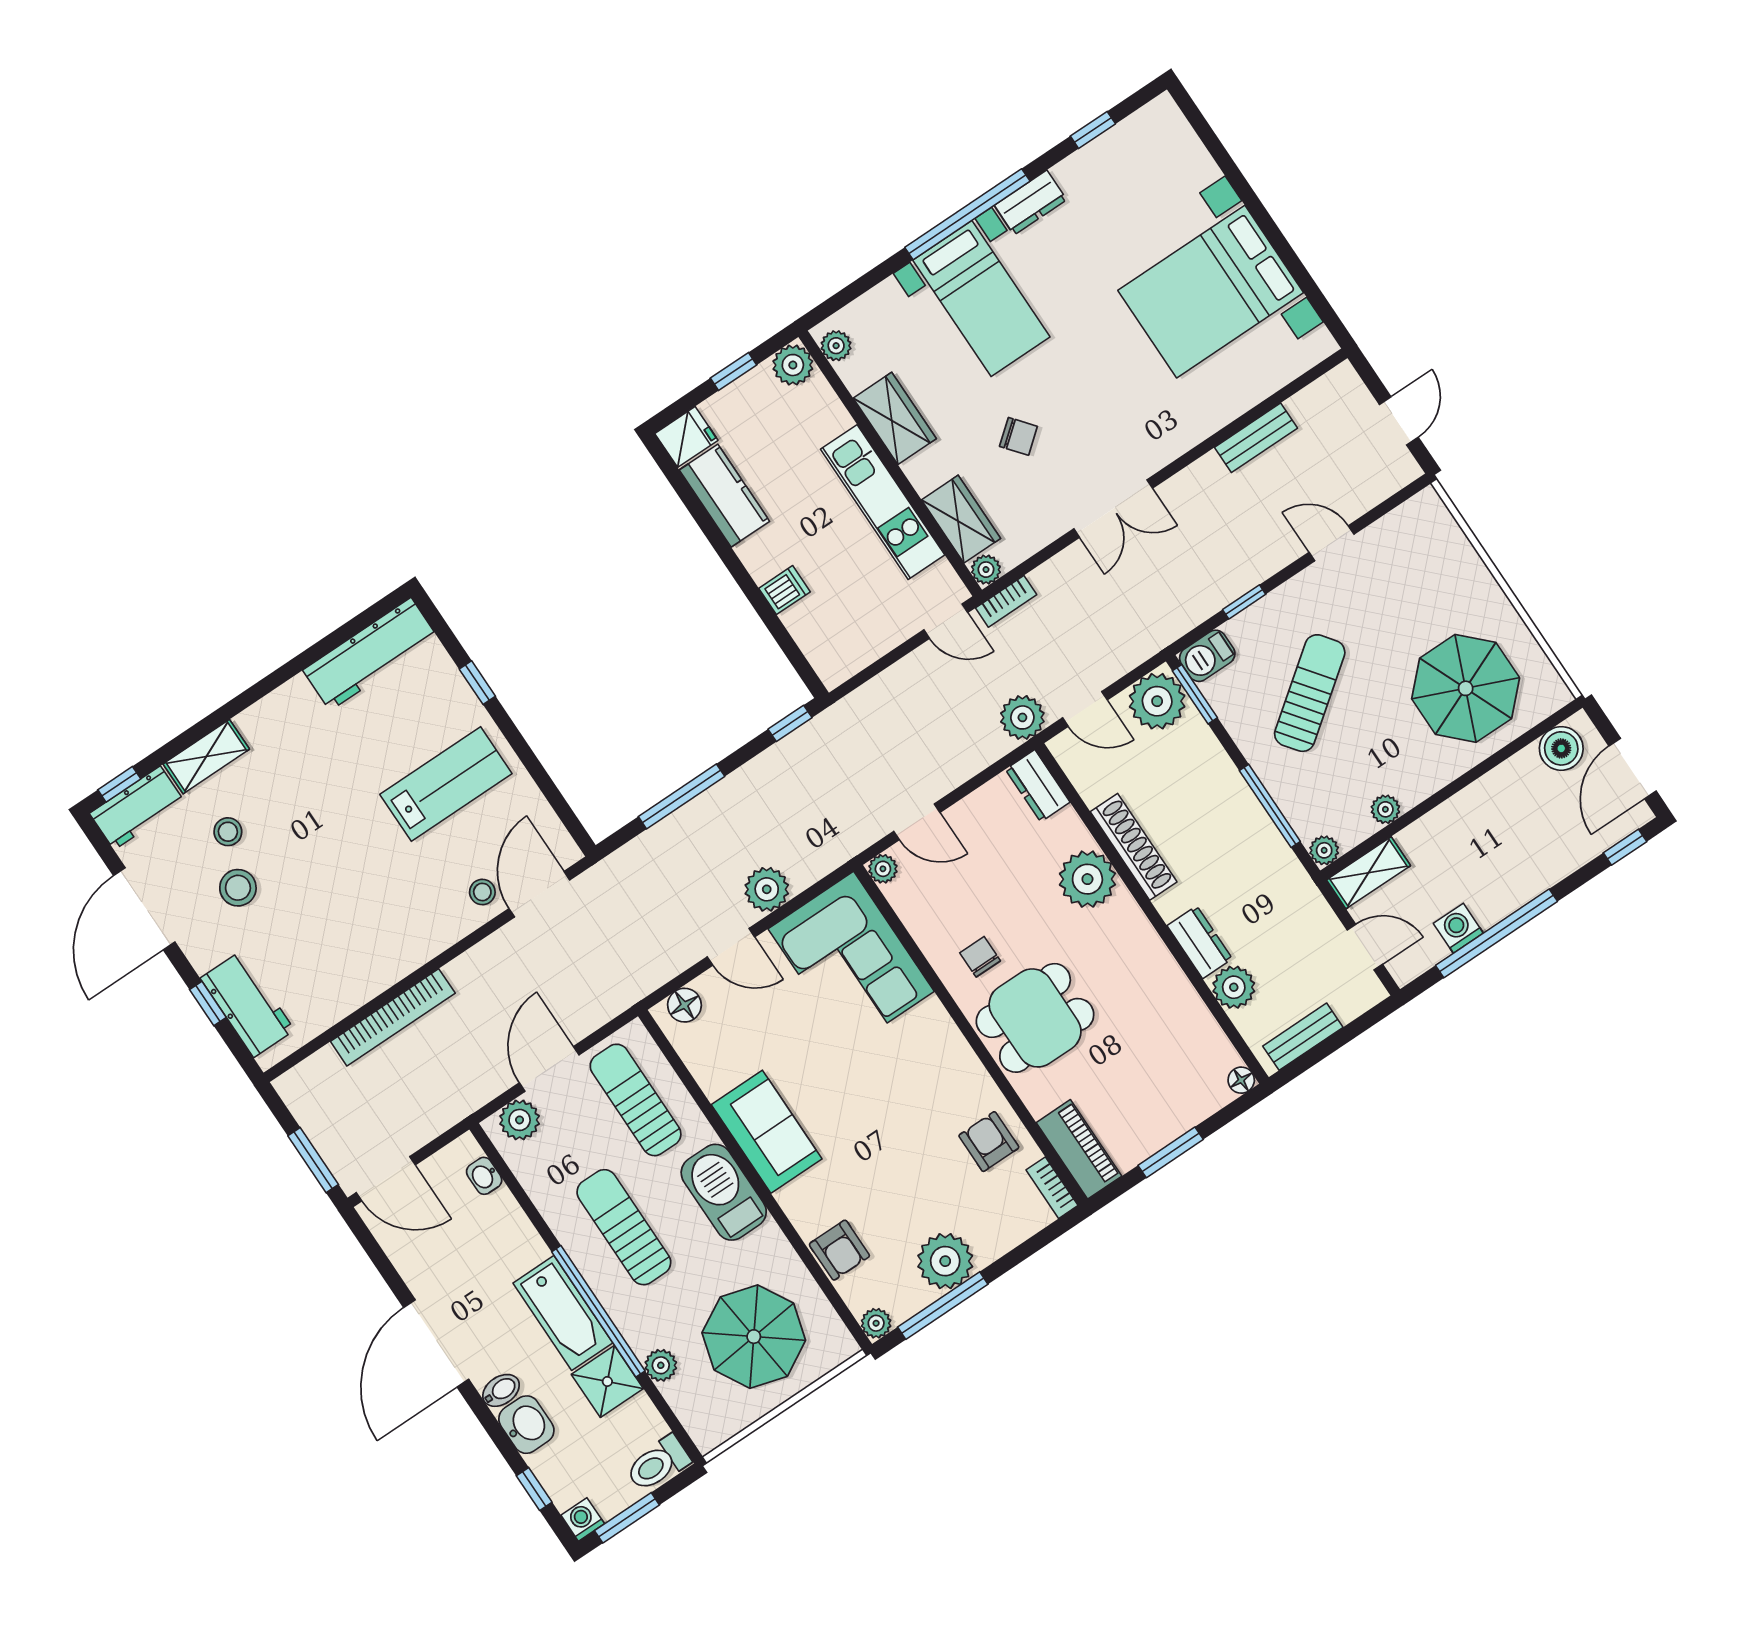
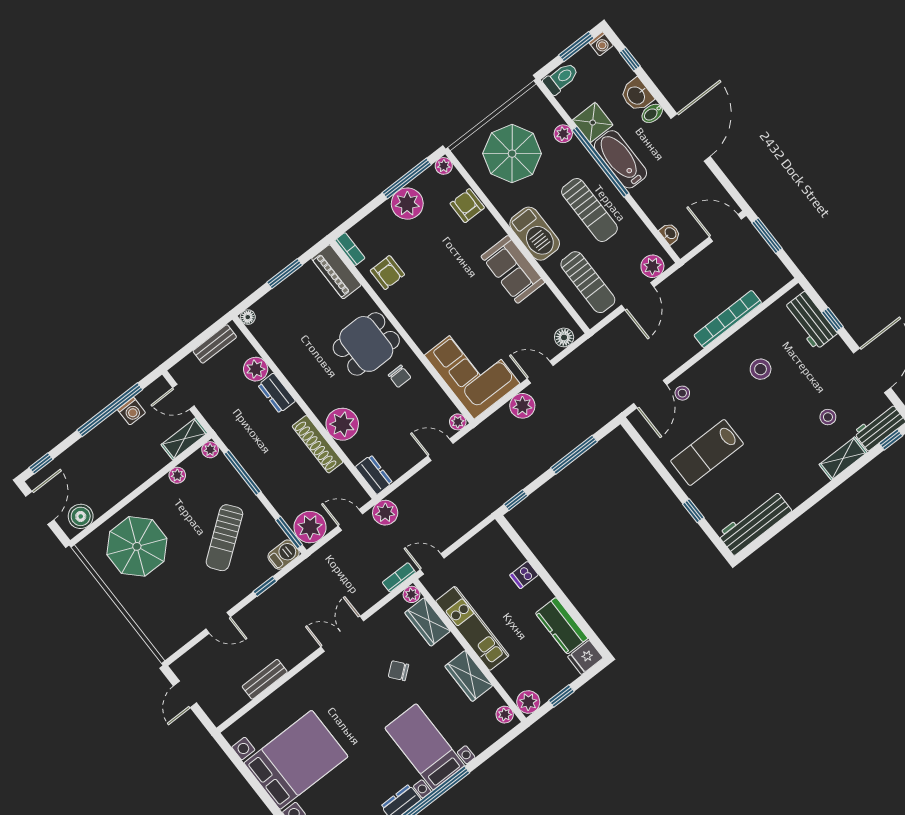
stool: (238, 888) -> (761, 369), moved

